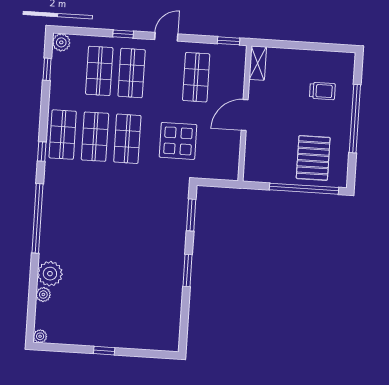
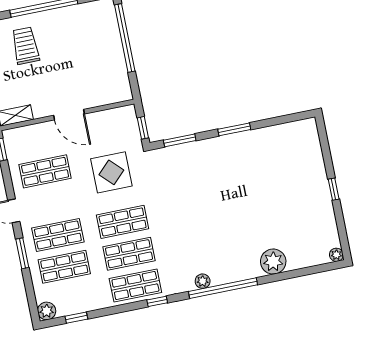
window: (123, 34) -> (22, 253), width x1.50
trolley: (322, 91) -> (25, 46), width x1.36, depth x1.39
pallet: (313, 158) -> (93, 37), removed
window: (213, 183) -> (143, 128), added
plant: (43, 295) -> (203, 281), moved

